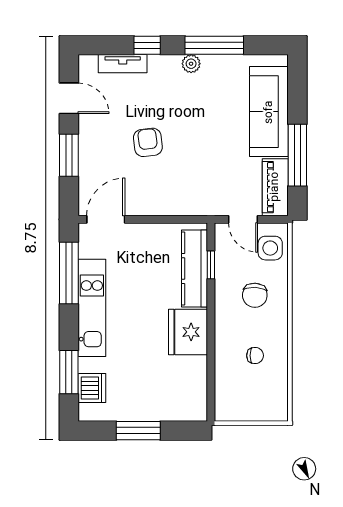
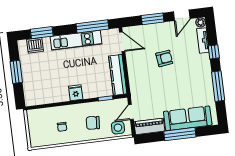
plant: (191, 64) -> (201, 22), moved
window: (297, 155) -> (180, 134), moved
kitchen counter: (194, 269) -> (118, 75), moved, turned -90
fridge: (188, 332) -> (76, 93), width x0.53, depth x0.75

